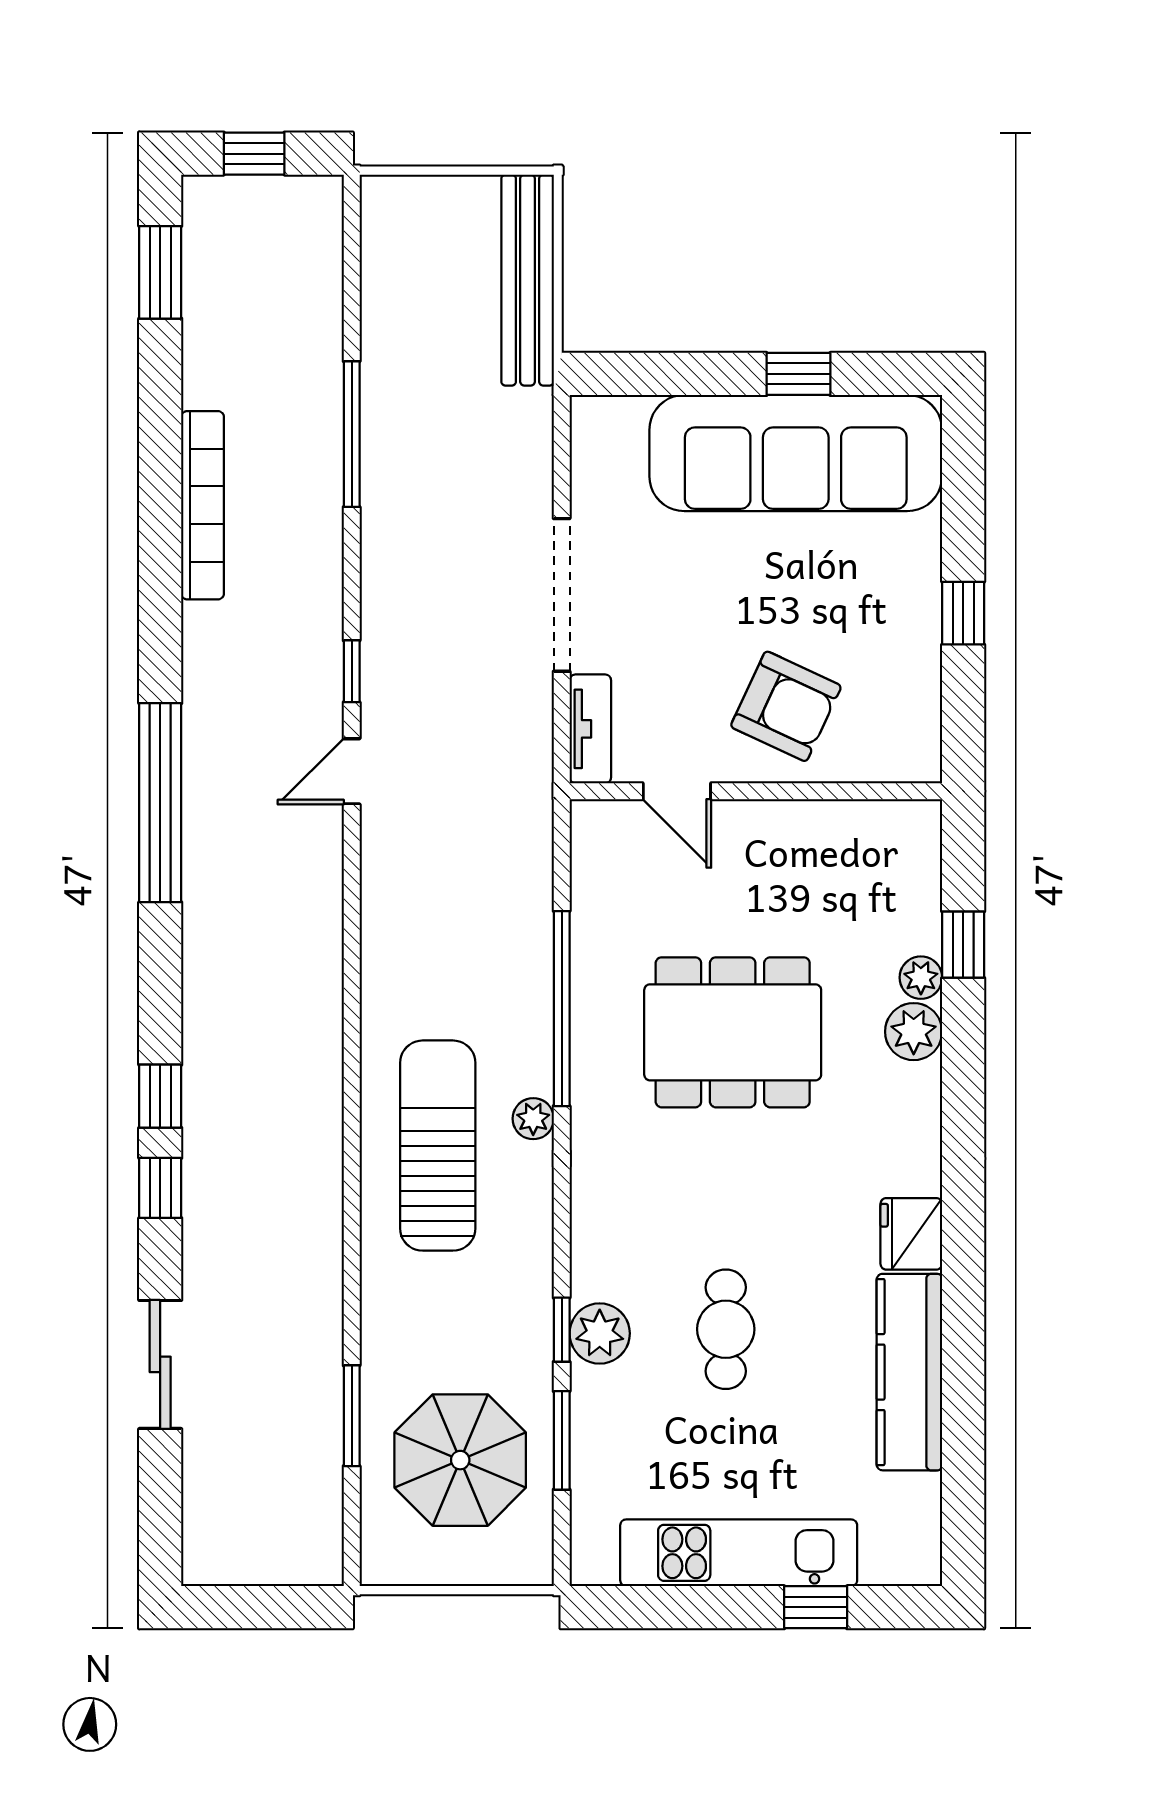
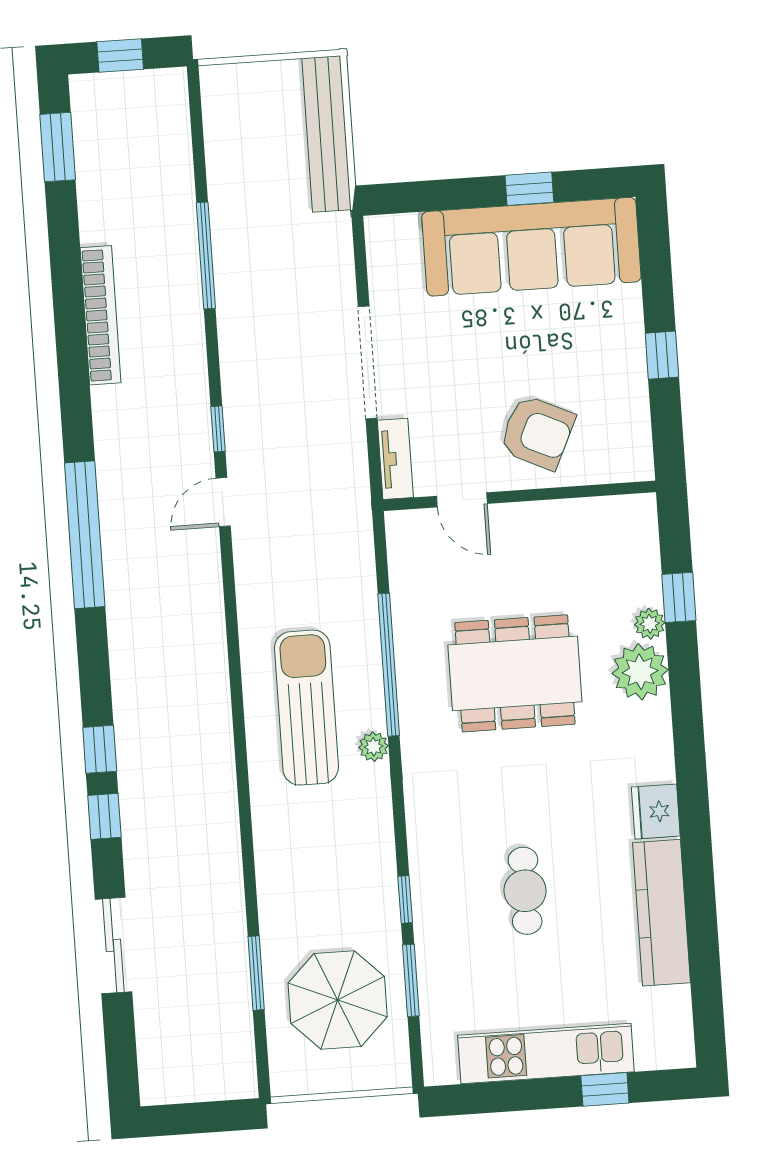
plant: (914, 1032) -> (640, 672), width x1.36, depth x1.36
sun lounger: (438, 1146) -> (306, 708), moved
plant: (600, 1333) -> (433, 900), removed

